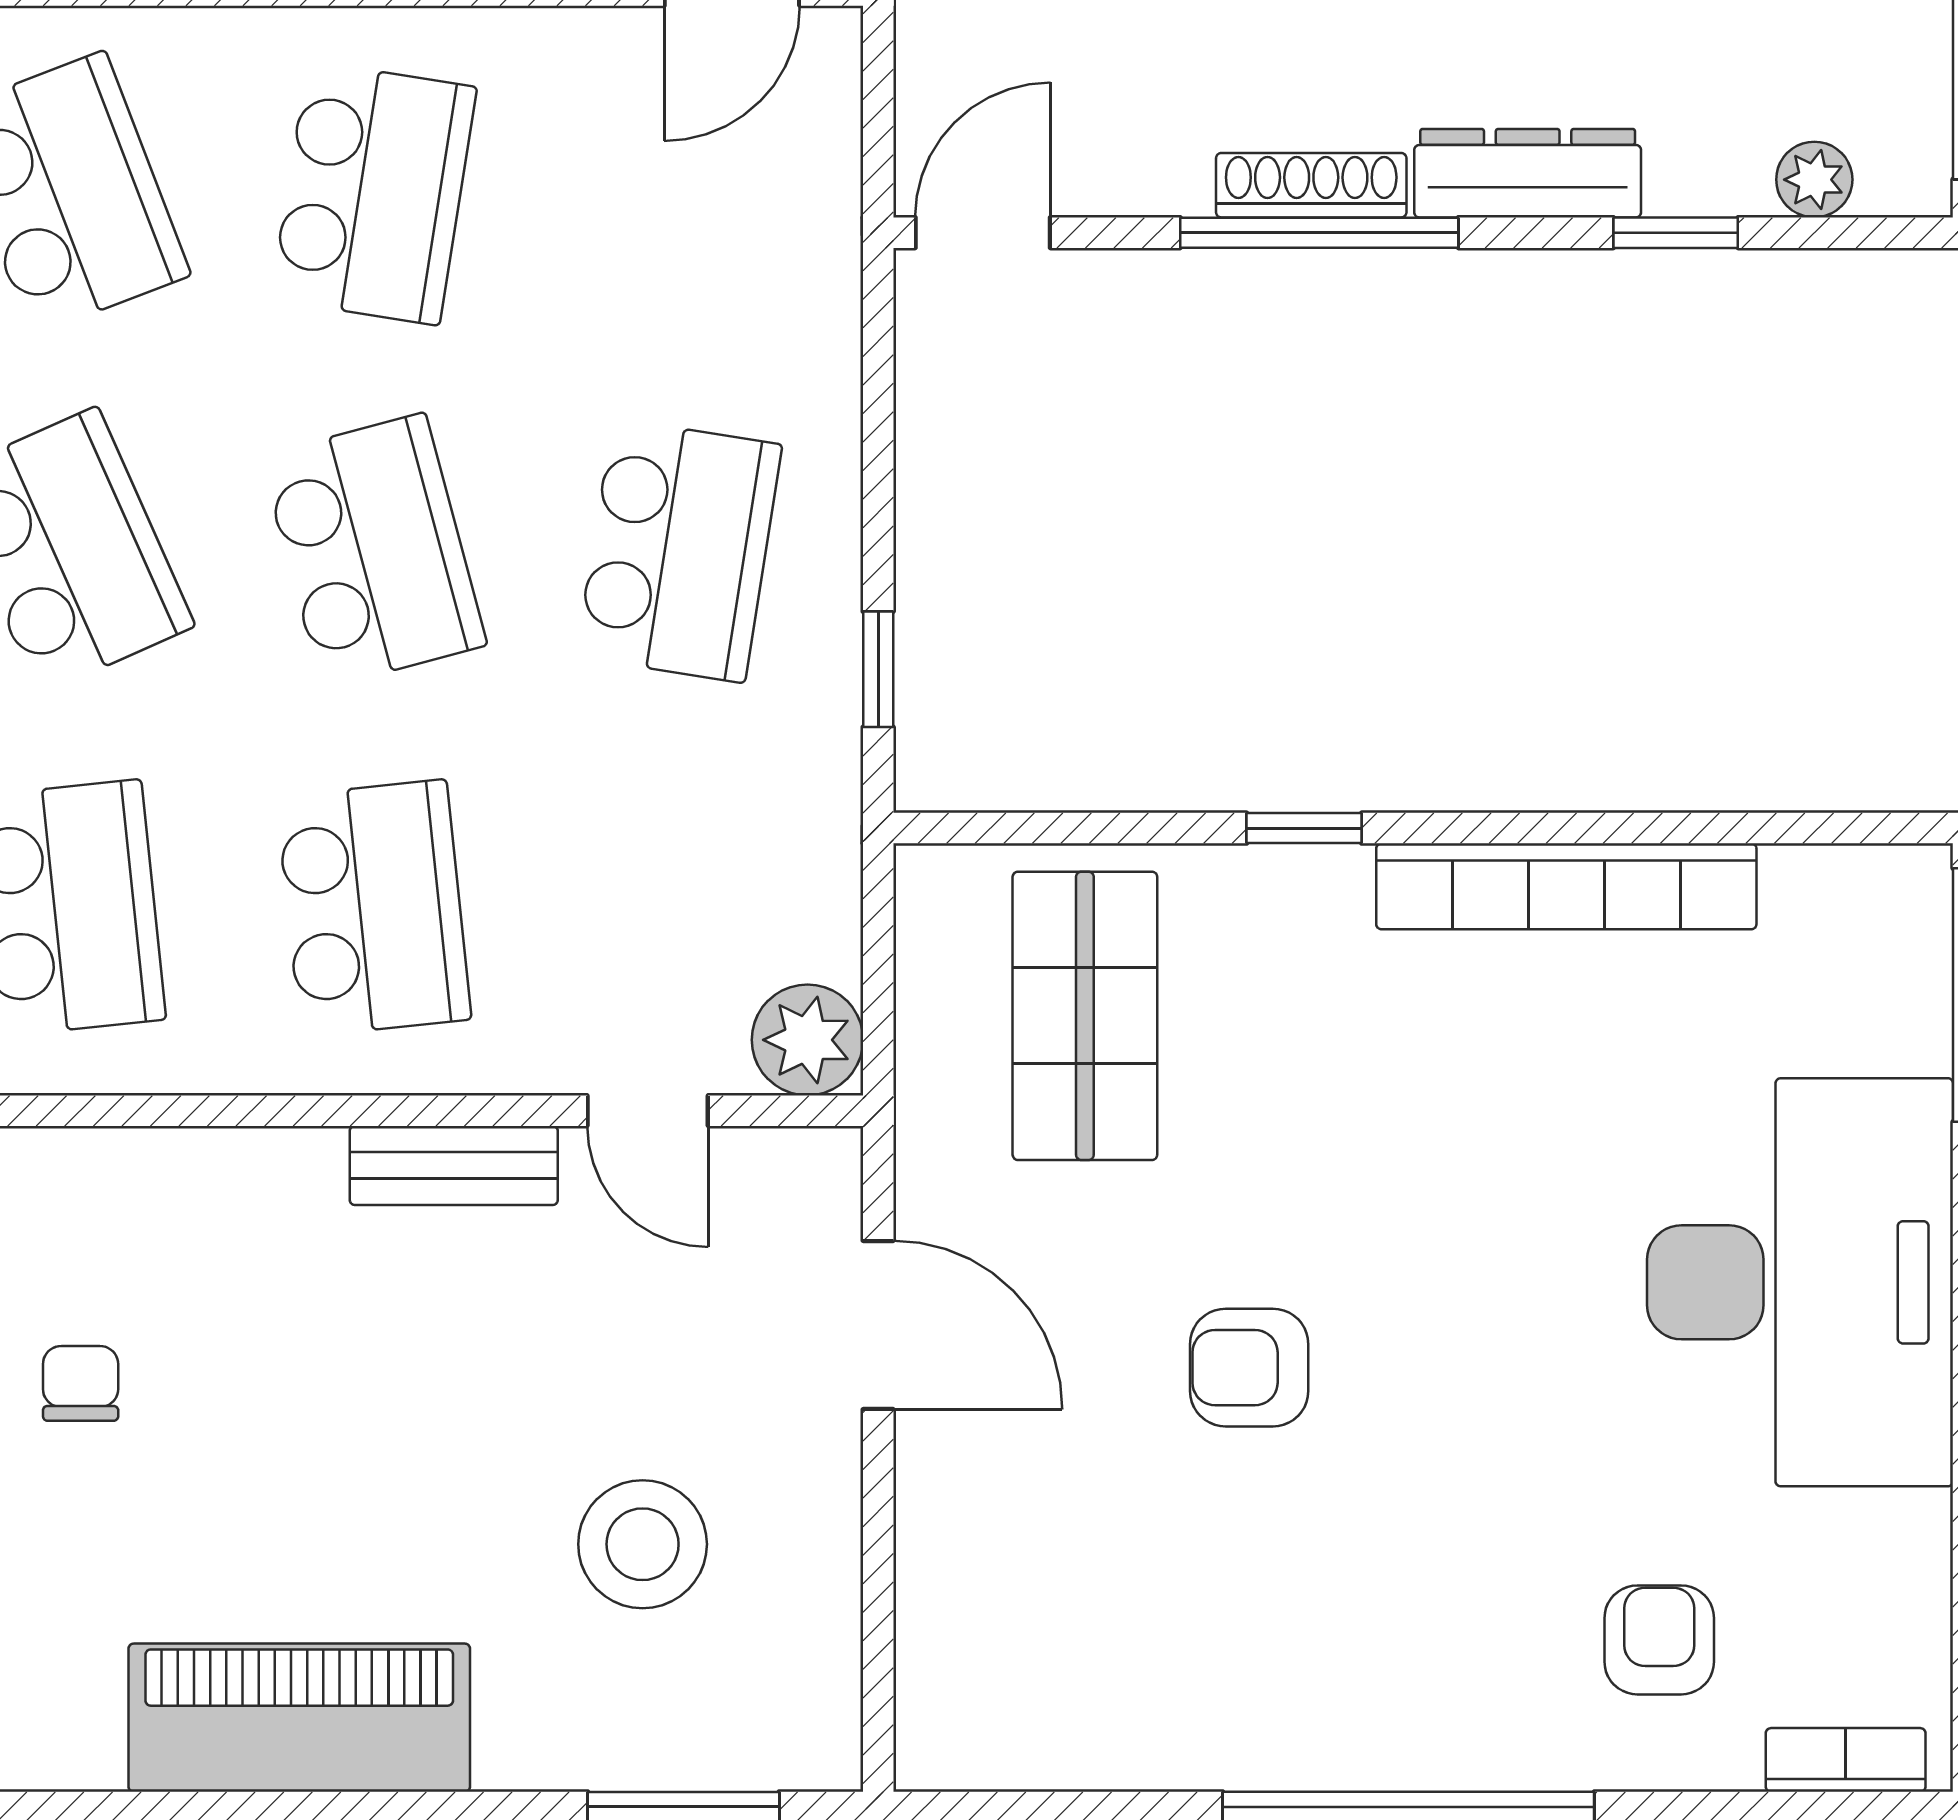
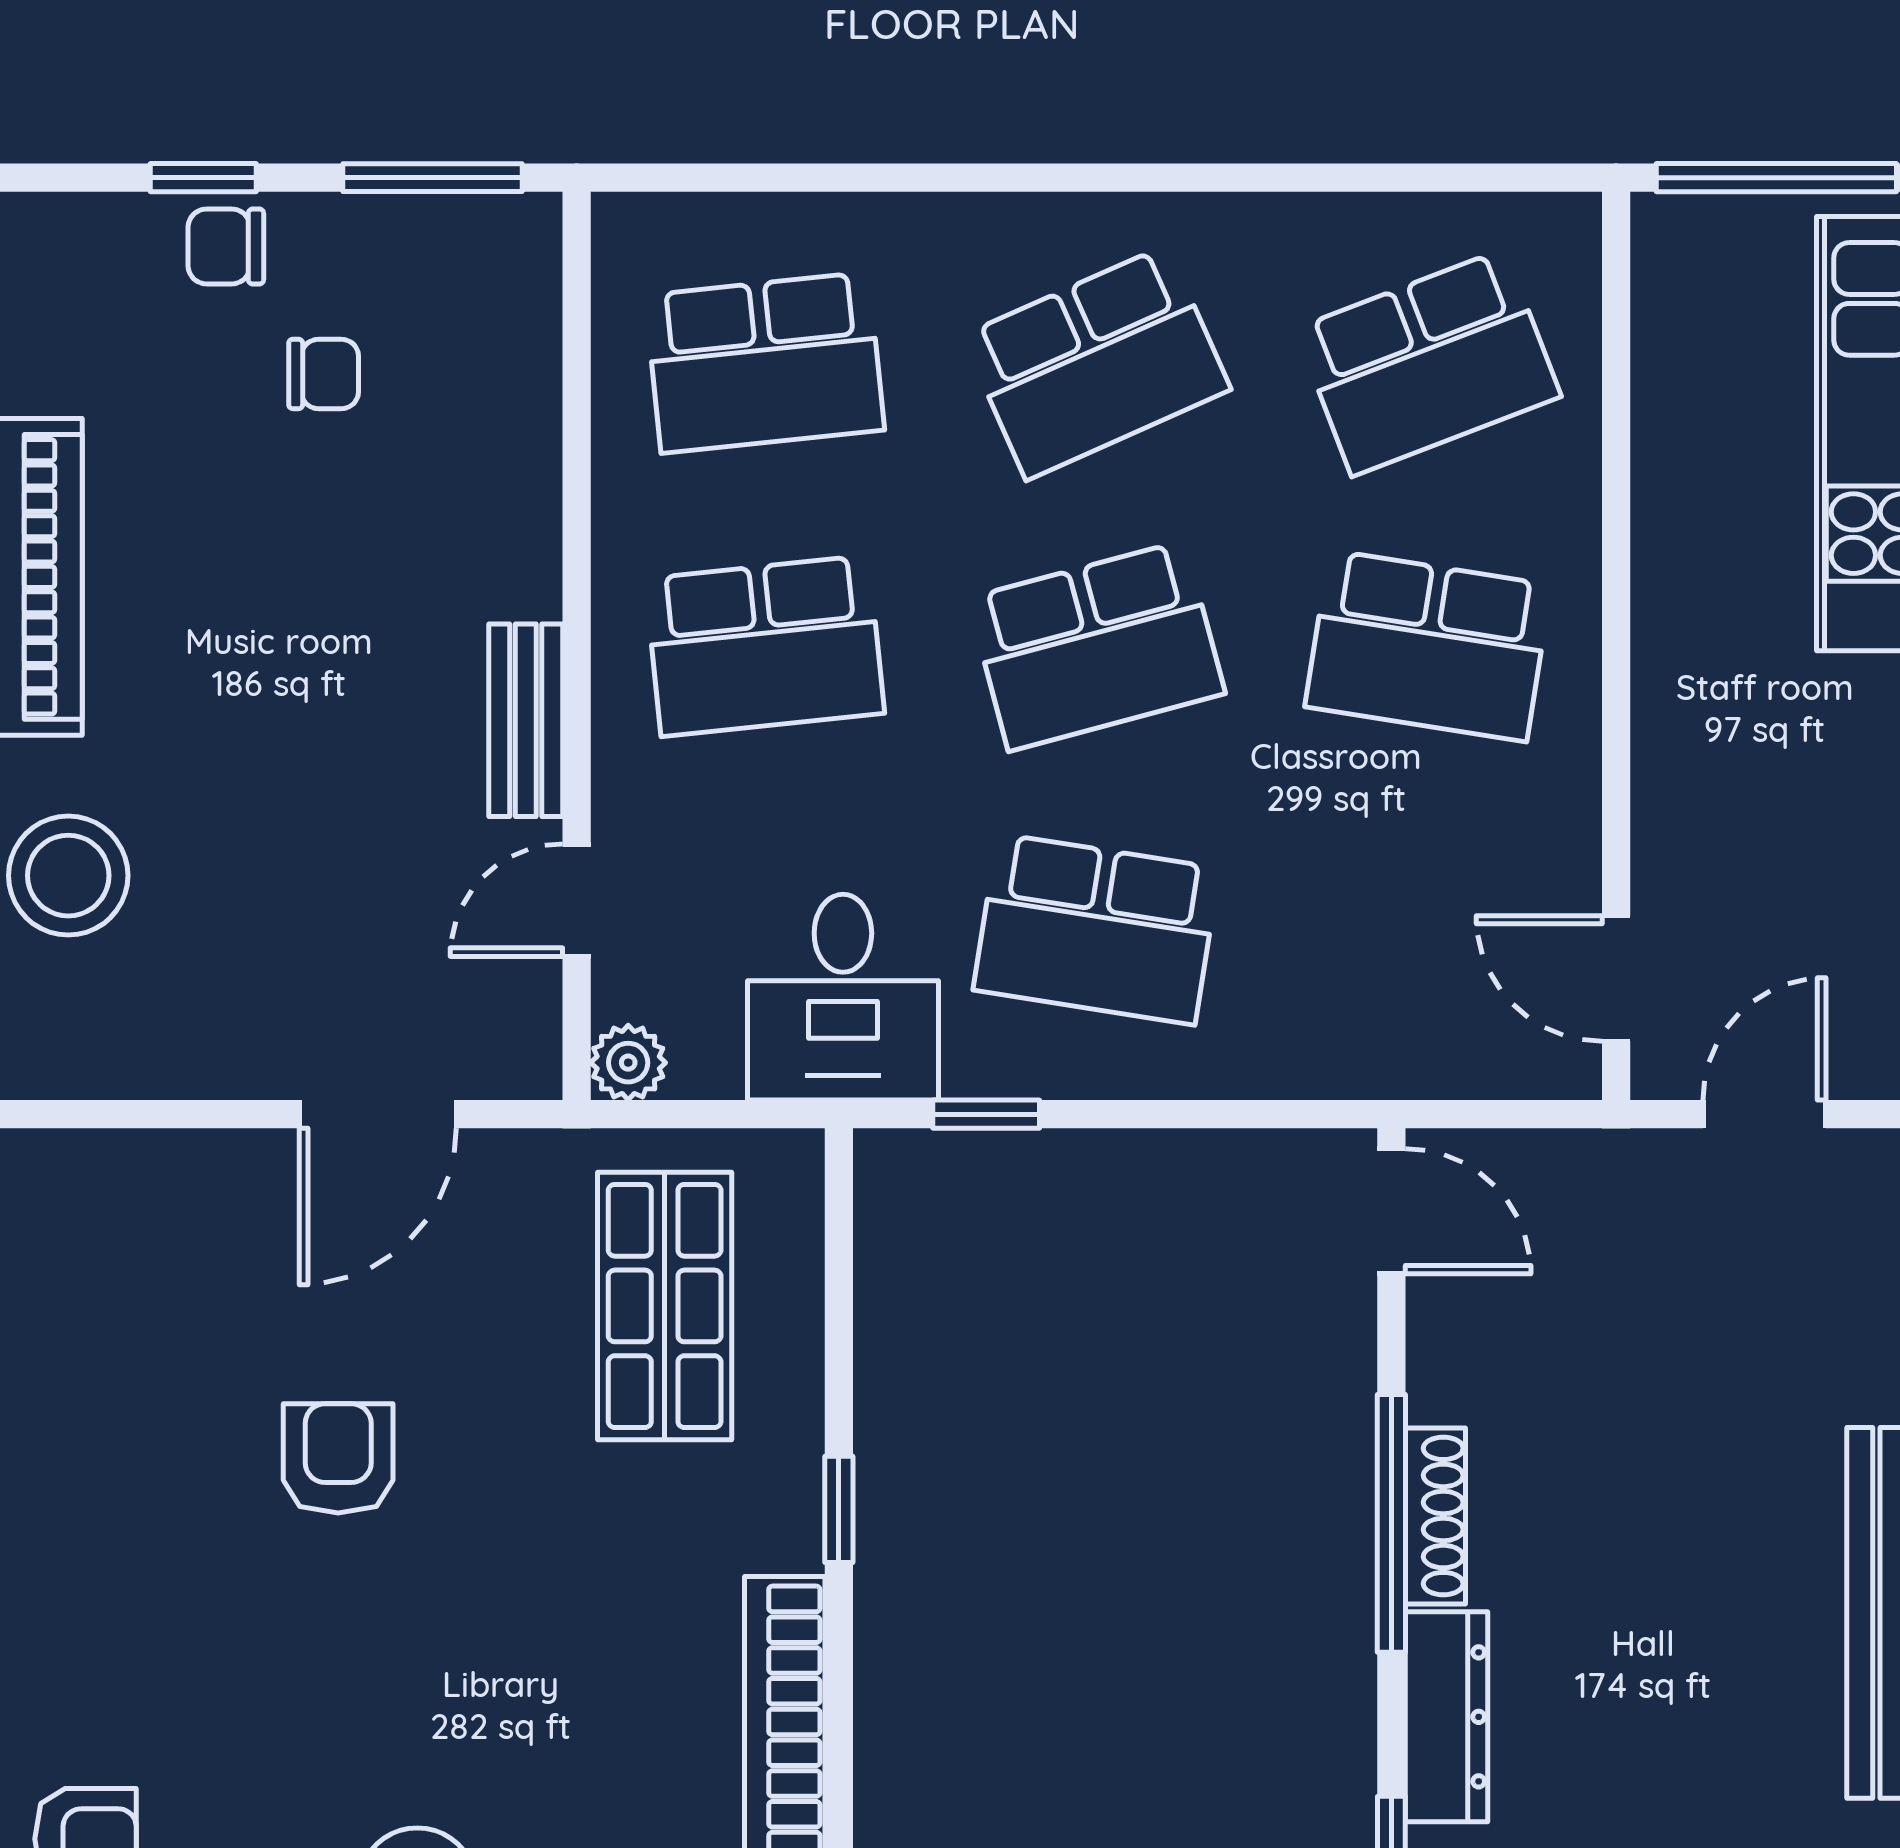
desk: (752, 824) -> (843, 997), added
shop shelf: (1085, 1016) -> (665, 1306), turned 90
plant: (807, 1040) -> (628, 1063), width x0.73, depth x0.73
stool: (643, 1544) -> (68, 876), moved

